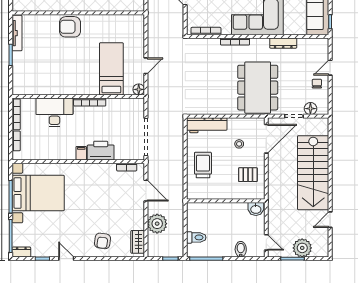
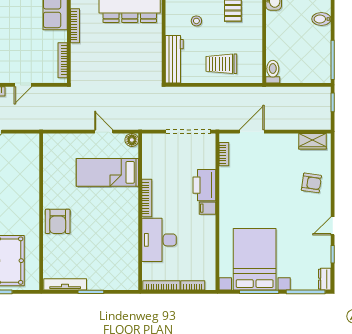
plant: (157, 224) -> (291, 118), removed
toilet: (196, 237) -> (273, 72), moved

